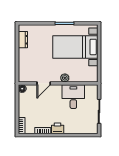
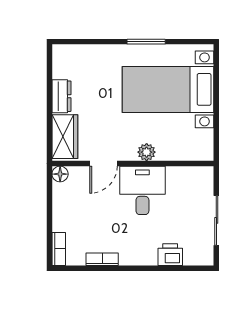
dresser: (23, 40) -> (61, 96), moved
wardrobe: (25, 70) -> (65, 137), added
desk: (73, 97) -> (142, 190), moved
printer: (58, 128) -> (170, 255), moved

